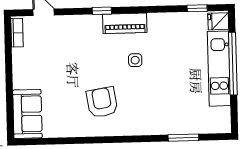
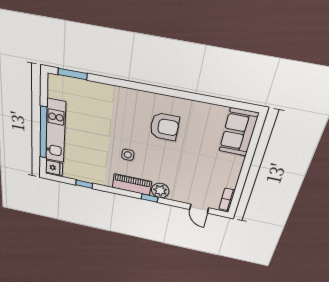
window: (197, 8) -> (84, 184), moved
plant: (92, 24) -> (160, 190), added
armchair: (102, 102) -> (164, 127), turned -81
window: (183, 138) -> (72, 74), moved

